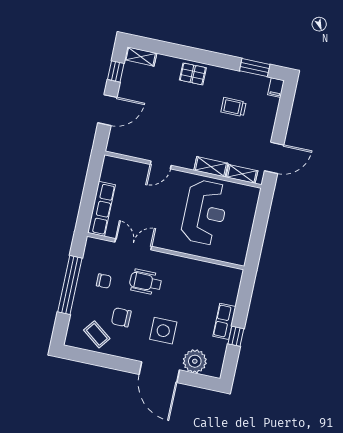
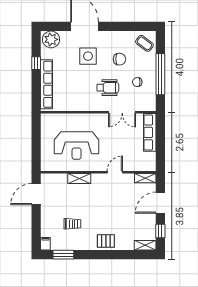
shelving: (242, 174) -> (145, 178), moved
reception desk: (205, 212) -> (77, 146), turned -90
row of seats: (224, 321) -> (46, 84), width x2.02
coffee table: (97, 334) -> (144, 43), moved
plant: (195, 361) -> (51, 39), moved

